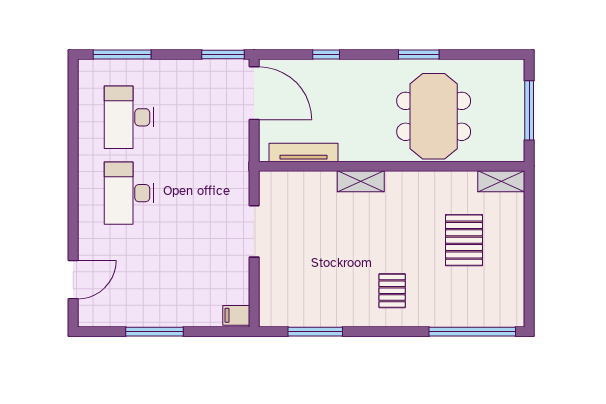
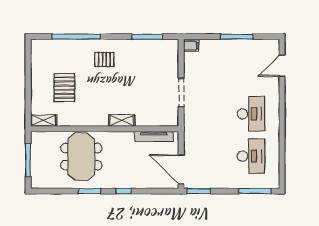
window: (326, 55) -> (124, 191), moved
pallet: (392, 291) -> (104, 59), turned 90
window: (472, 332) -> (76, 37), moved

